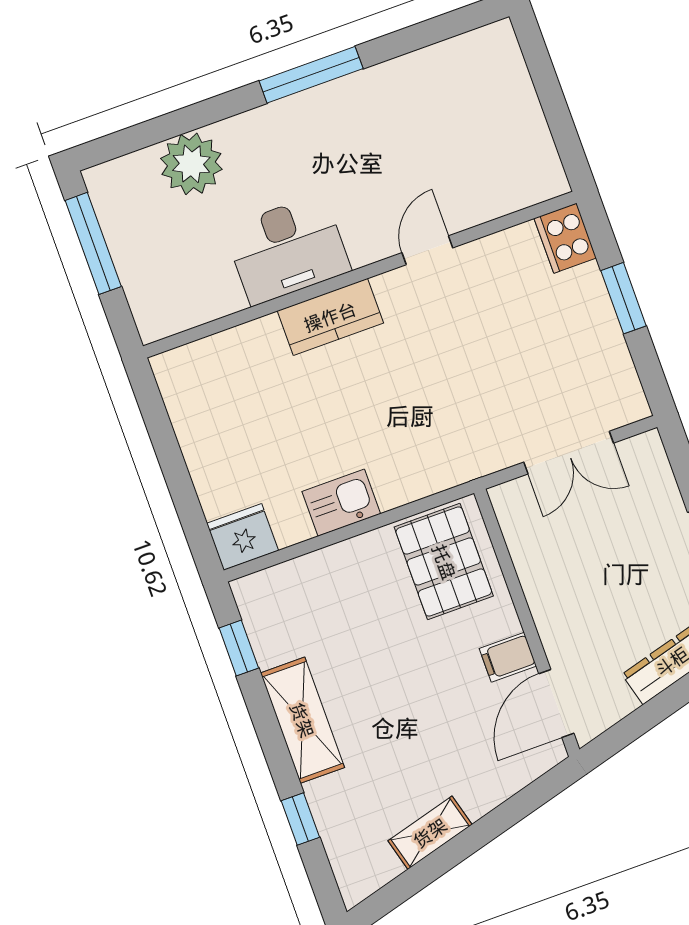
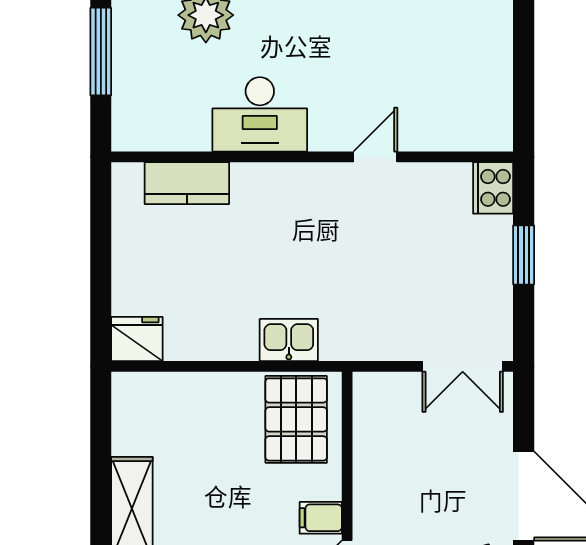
kitchen counter: (330, 317) -> (187, 183), moved
double door: (569, 453) -> (463, 366), moved
kitchen sink: (341, 503) -> (289, 340), moved
window: (239, 648) -> (101, 430), removed

